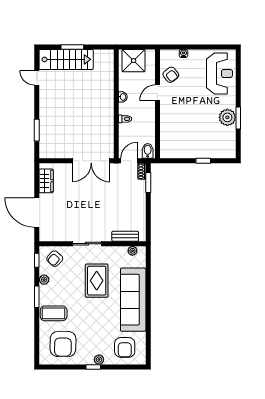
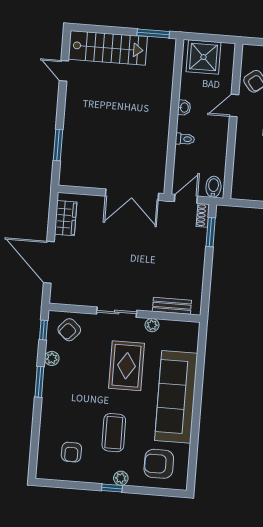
window: (72, 47) -> (153, 33), moved
plant: (132, 251) -> (152, 325), moved
coffee table: (54, 313) -> (114, 433), moved, turned 90
armchair: (63, 344) -> (71, 452), width x0.53, depth x0.53
armchair: (125, 347) -> (159, 464), turned 90

